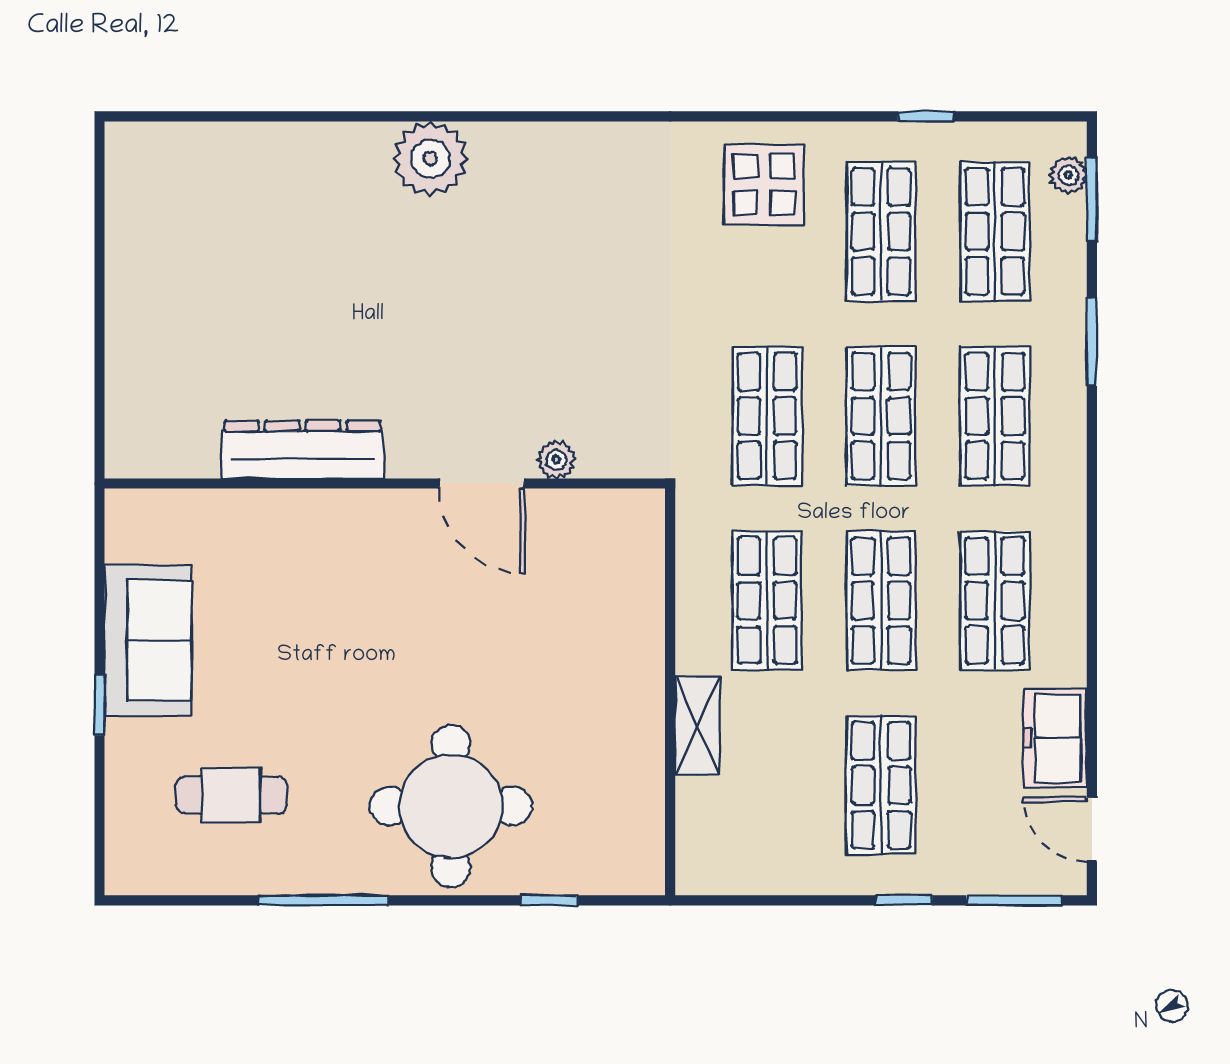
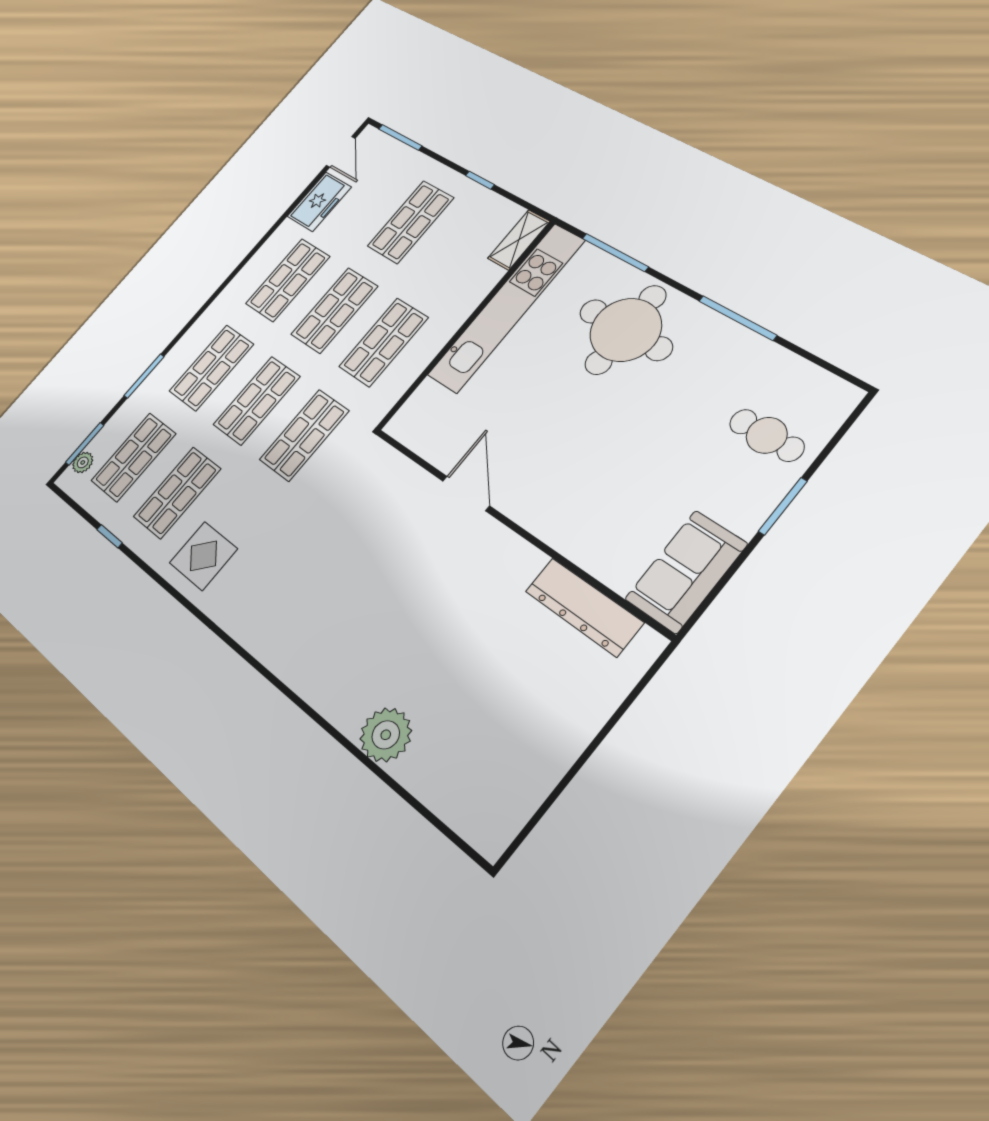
plant: (430, 159) -> (386, 735), moved
dresser: (303, 450) -> (584, 607), moved
plant: (556, 460) -> (419, 481), removed
sofa: (148, 640) -> (686, 572), moved
window: (99, 705) -> (783, 506), width x1.50
shelving: (697, 726) -> (519, 240), moved
kitchen unit: (634, 745) -> (507, 307), added
cafe table: (231, 795) -> (767, 435), moved
window: (549, 900) -> (615, 252), width x2.17
window: (904, 900) -> (480, 180), moved

